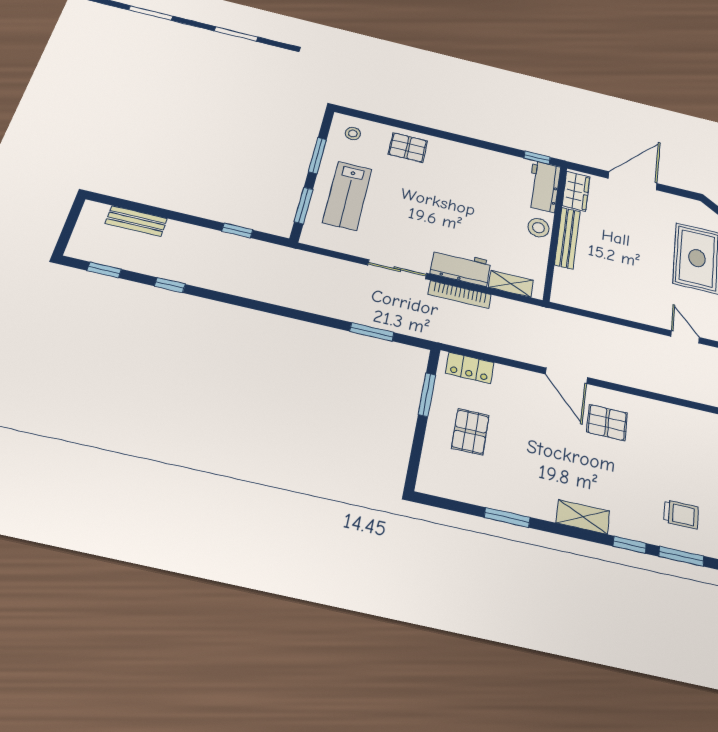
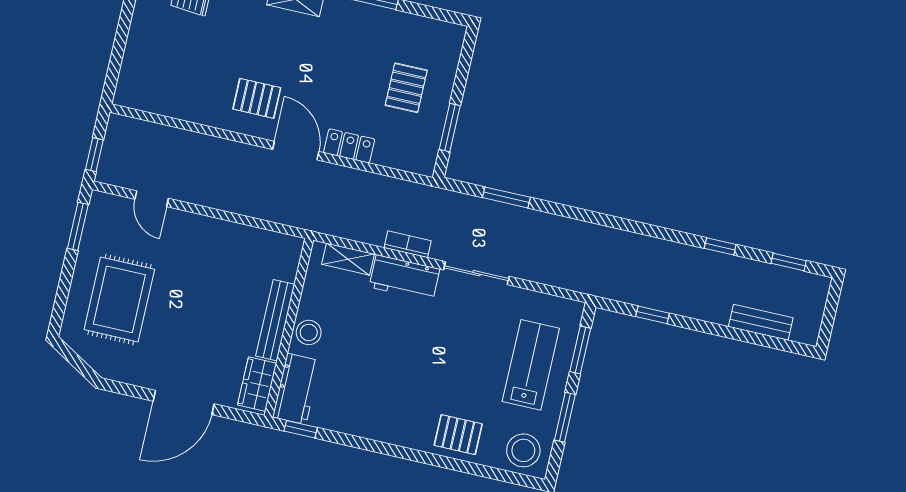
stool: (353, 134) -> (523, 450), width x1.89, depth x1.89
bookcase: (460, 294) -> (408, 244), width x0.64
locker: (470, 368) -> (349, 146), moved

